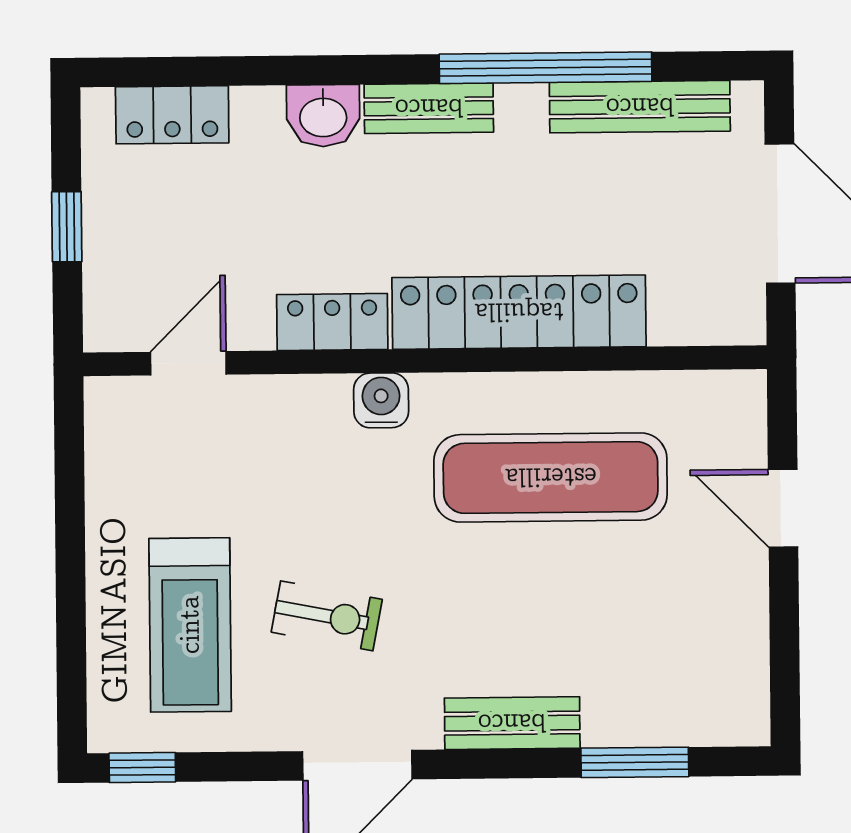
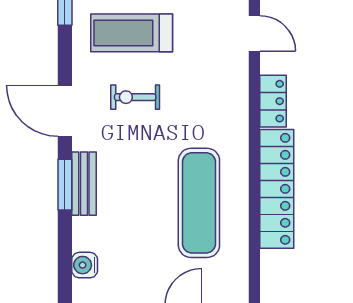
water cooler: (381, 400) -> (85, 265), moved, turned 180
exercise bike: (327, 616) -> (135, 97), turned 79
window: (635, 762) -> (65, 185), moved

